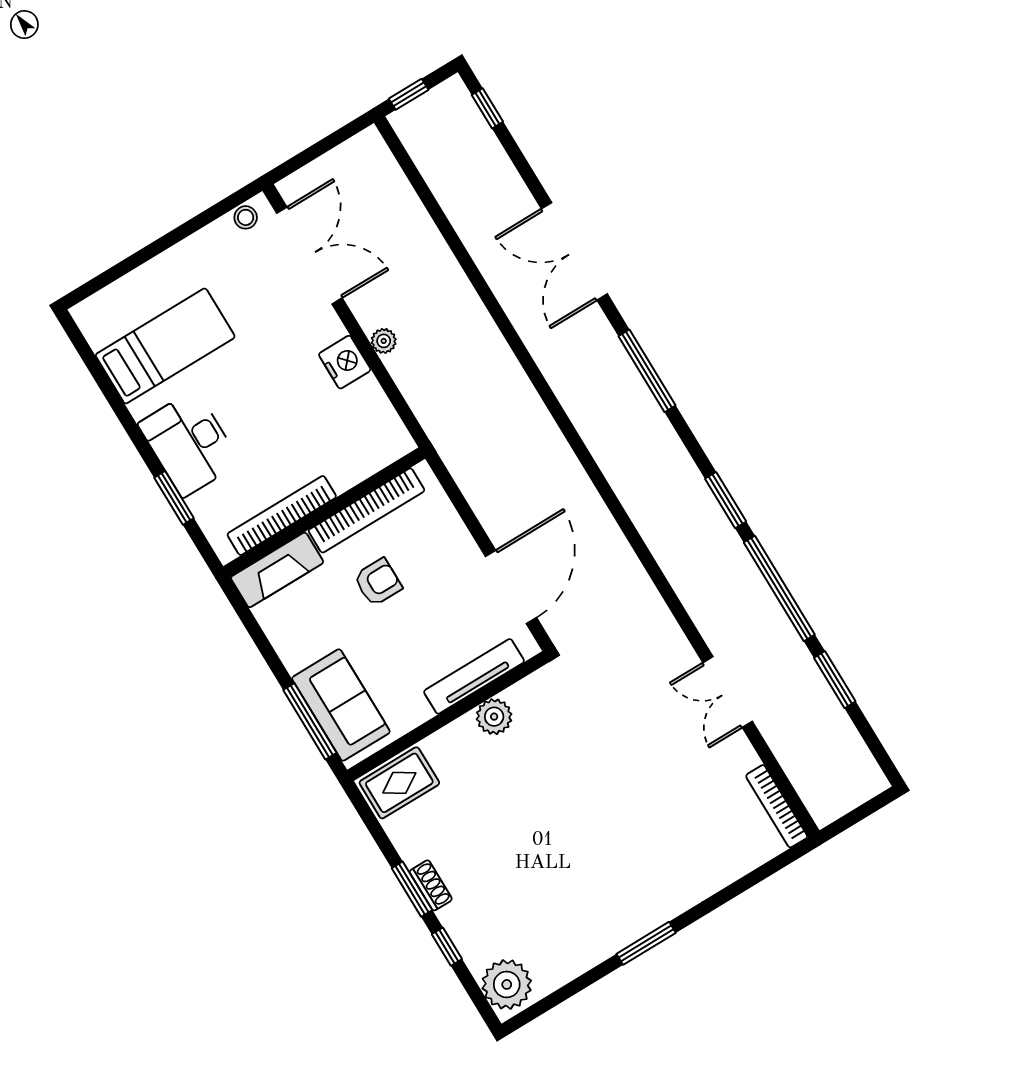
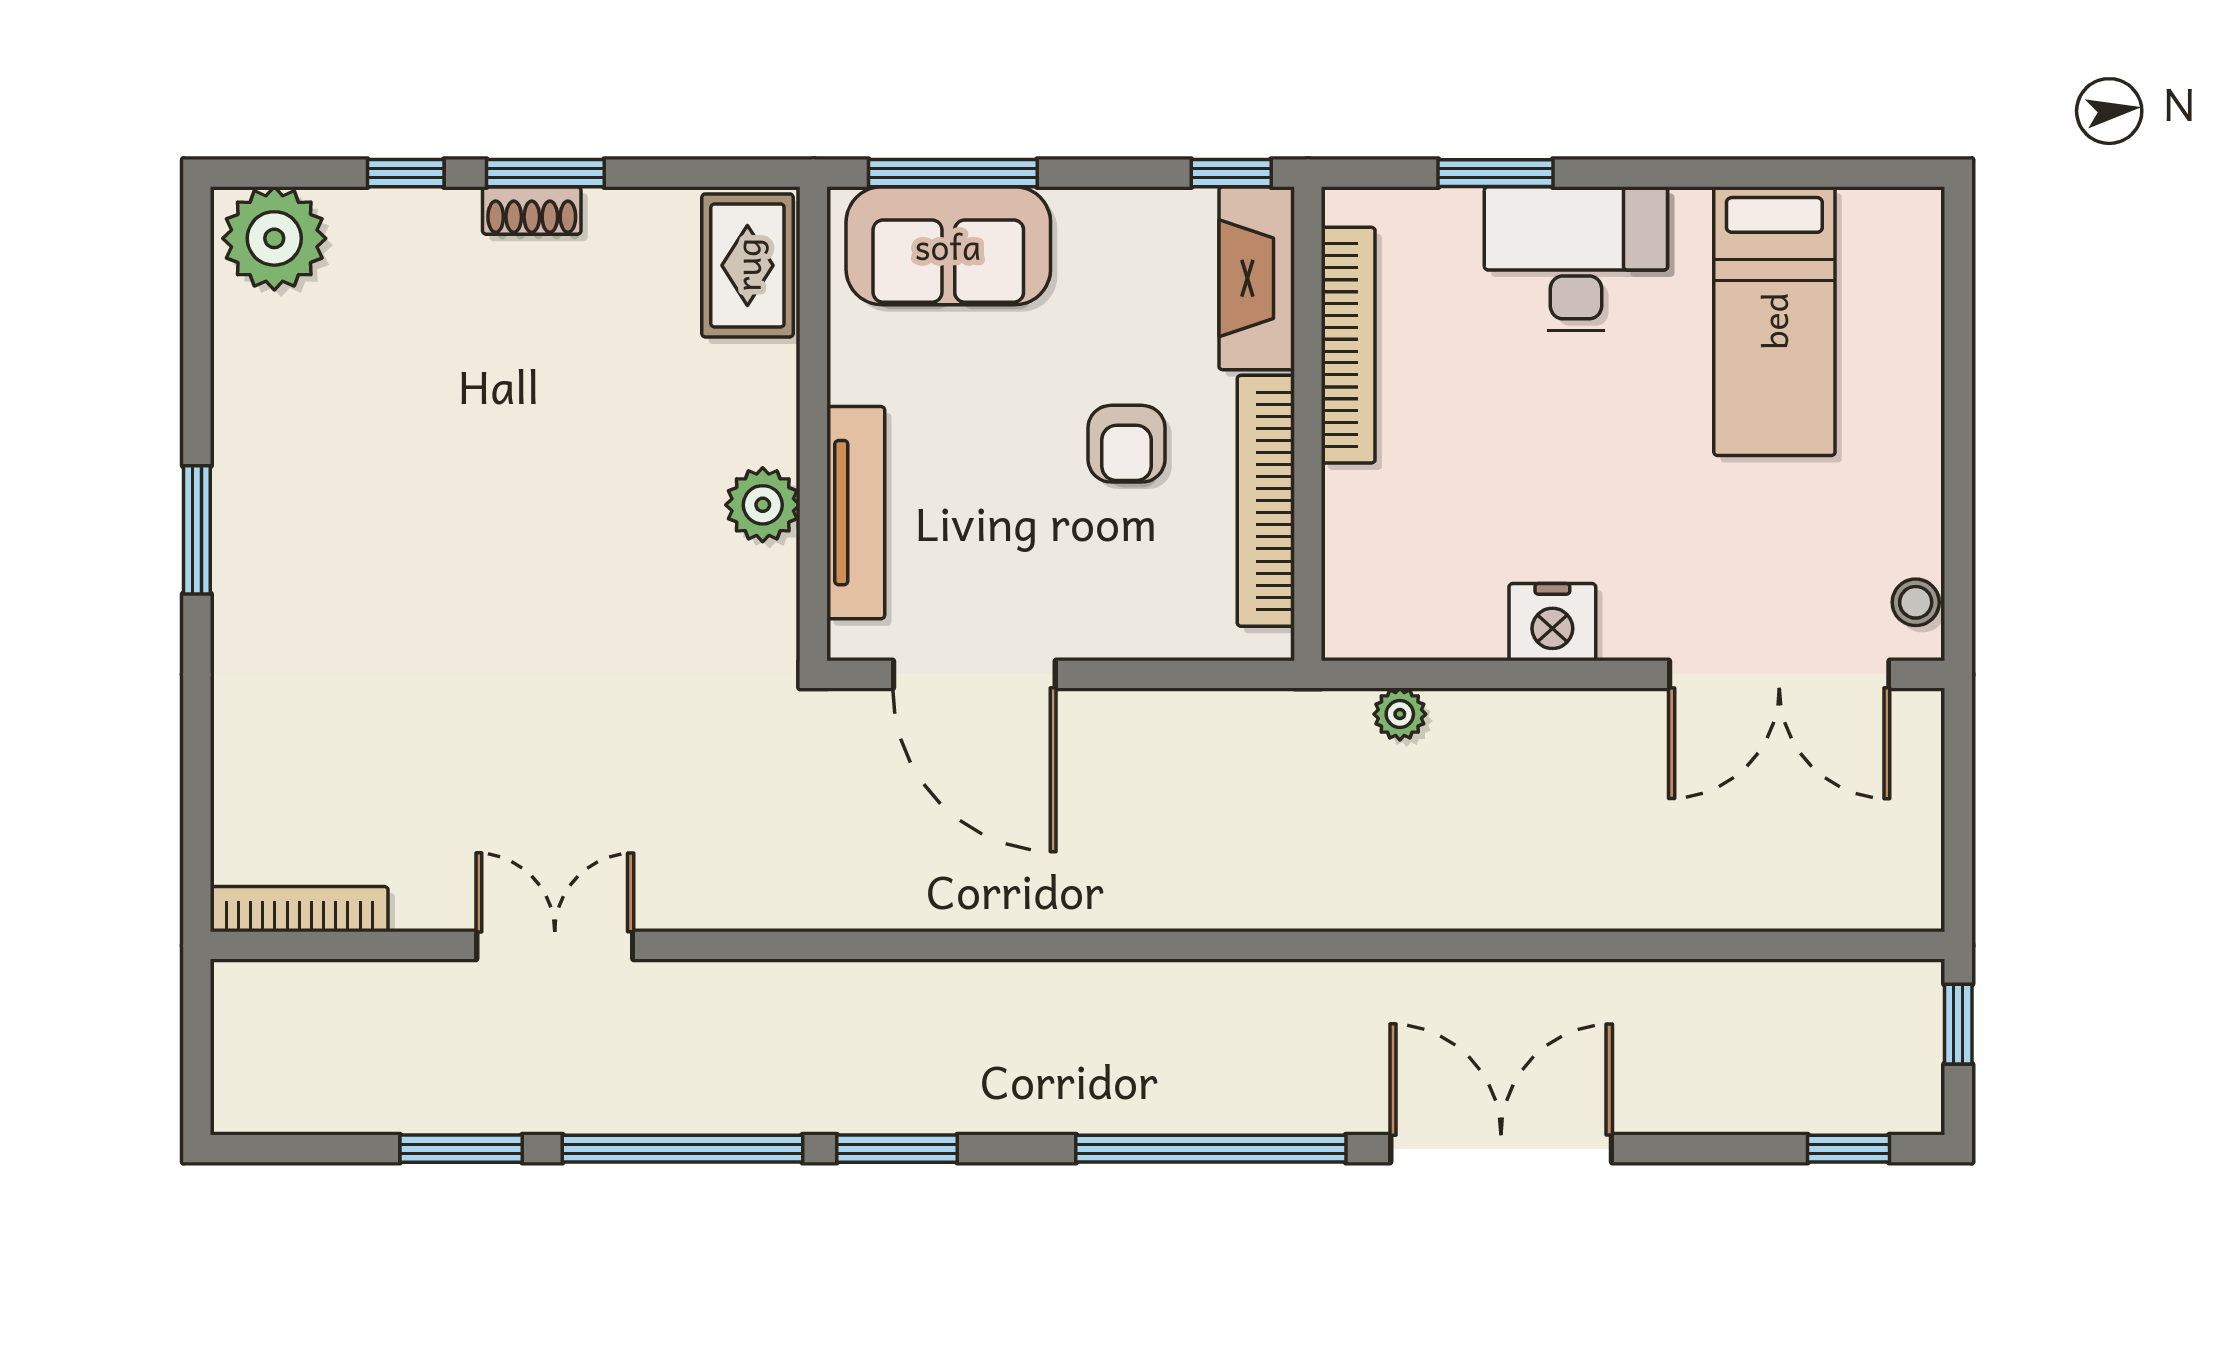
plant: (384, 341) -> (1400, 714), moved
window: (647, 371) -> (1211, 1149), width x1.46
window: (240, 607) -> (1231, 173), added

